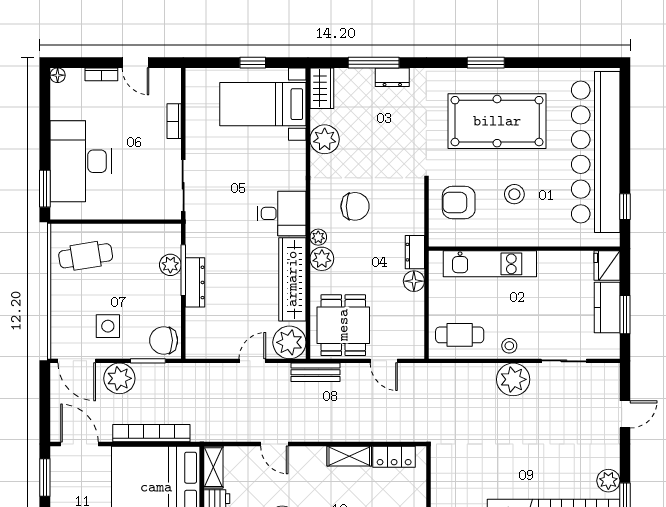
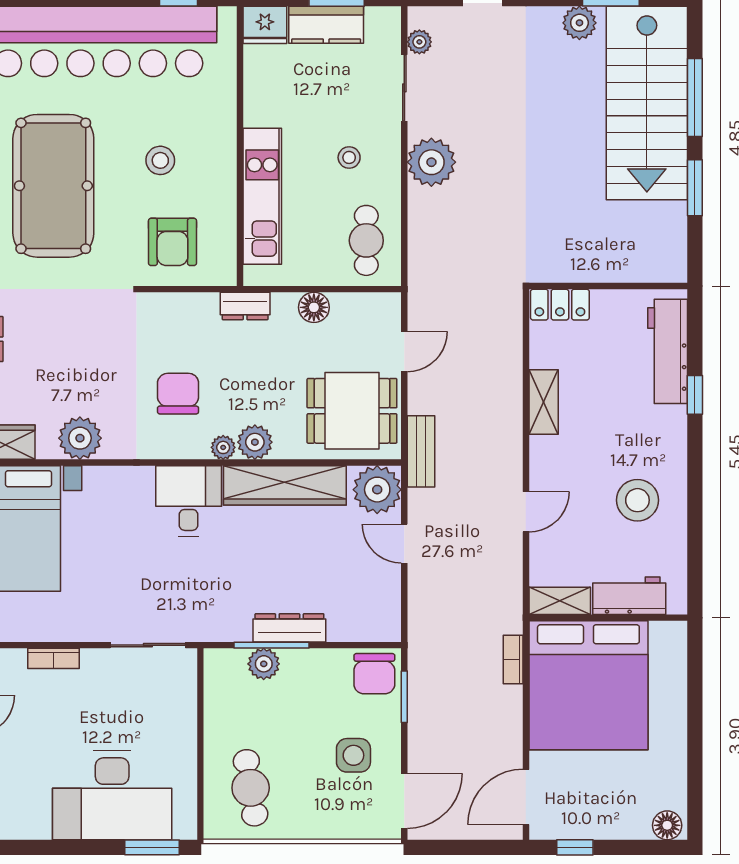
floor lamp: (414, 281) -> (314, 307), moved
stool: (509, 346) -> (349, 157), moved
plant: (119, 378) -> (419, 42), moved, width x0.53, depth x0.53
bookcase: (151, 433) -> (513, 660), width x0.43, depth x0.76
locker: (394, 457) -> (560, 305), moved, turned 90
window: (45, 477) -> (575, 847), width x0.67

